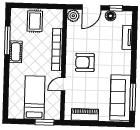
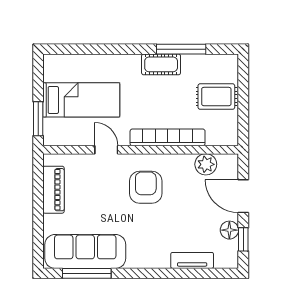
plant: (73, 16) -> (206, 164), moved

